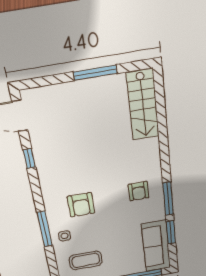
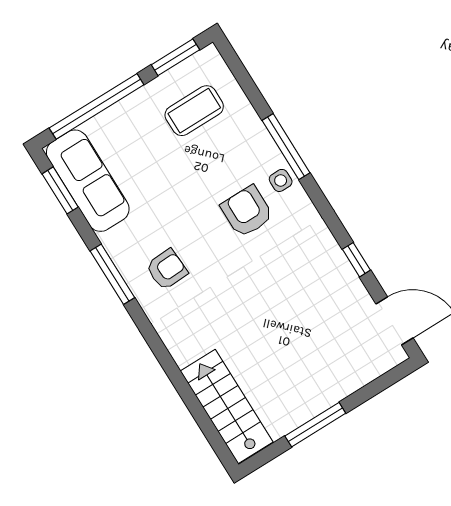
armchair: (139, 191) -> (167, 269), turned 87
window: (171, 232) -> (60, 190), moved
side table: (65, 236) -> (281, 180), moved

